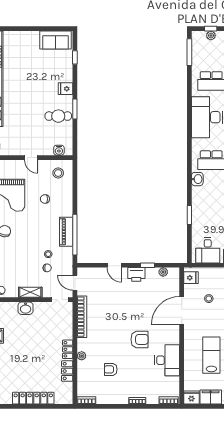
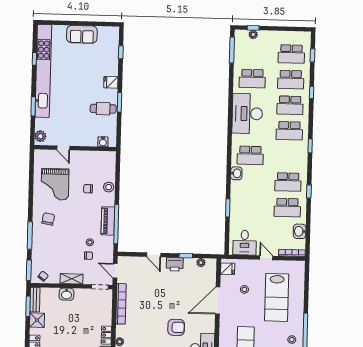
sofa: (56, 40) -> (82, 34), moved
door: (31, 158) -> (63, 148), moved
stool: (58, 173) -> (109, 187), moved

